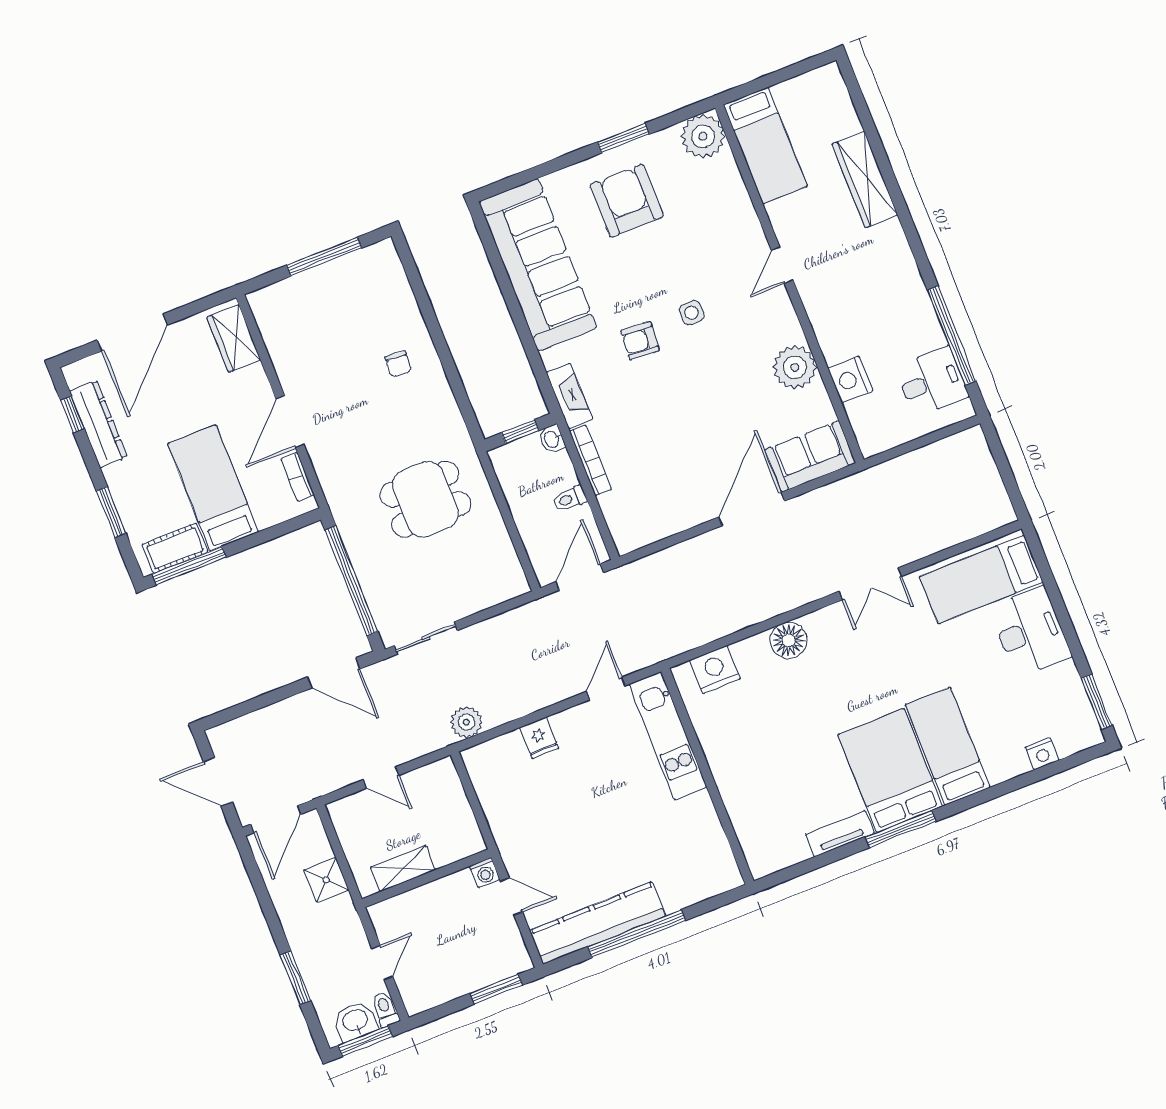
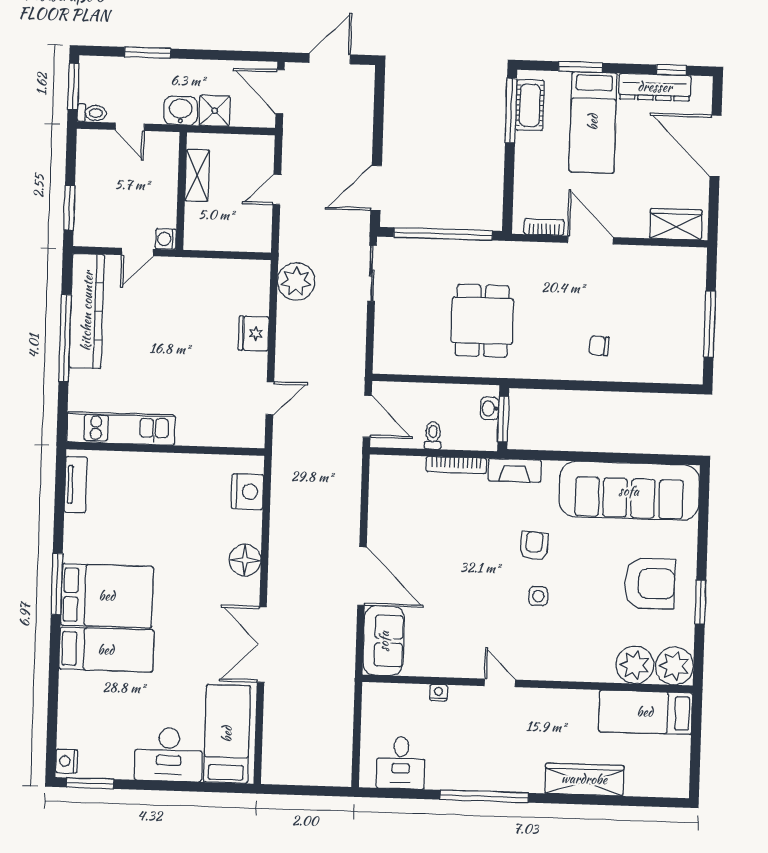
door: (782, 265) -> (500, 683), moved
window: (952, 335) -> (484, 796), moved
plant: (795, 367) -> (635, 665), moved
nightstand: (850, 380) -> (439, 693), width x0.53, depth x0.56
window: (520, 432) -> (503, 419), width x1.50
washbasin: (552, 439) -> (490, 408), moved, turned -90
bed: (213, 488) -> (593, 122), moved, turned 90
double door: (870, 584) -> (262, 644), width x1.37
door: (606, 689) -> (270, 398), hinge flipped
plant: (466, 722) -> (296, 282), width x1.36, depth x1.36
kitchen unit: (668, 736) -> (121, 428), moved
fridge: (539, 738) -> (254, 333), width x1.38
nightstand: (1042, 754) -> (67, 761), moved
tv unit: (840, 834) -> (76, 485), moved
washbasin: (355, 1021) -> (181, 111), moved, turned -90

